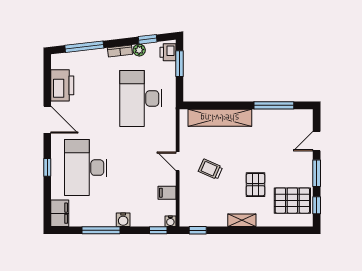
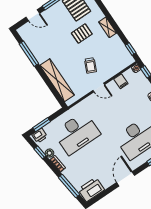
printer: (62, 85) -> (91, 189), moved
door: (178, 161) -> (99, 88), hinge flipped

